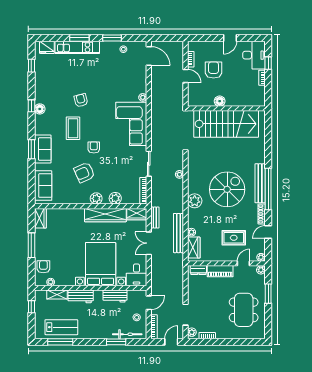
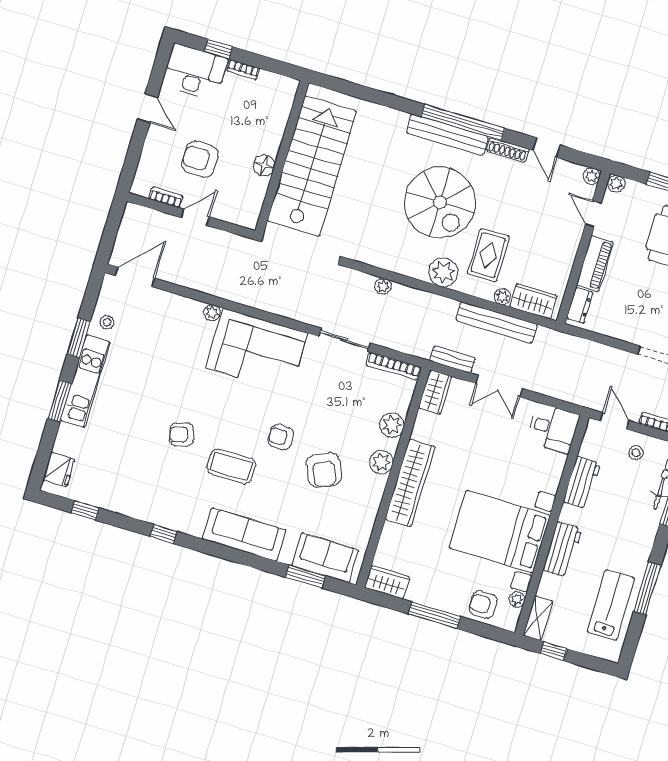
kitchen unit: (77, 47) -> (85, 381), moved
floor lamp: (40, 109) -> (174, 520), removed
window: (31, 149) -> (305, 577), moved
sofa: (43, 149) -> (244, 534), width x1.36
spiral stairs: (227, 189) -> (440, 202), turned 180
wardrobe: (105, 215) -> (410, 483), moved
rug: (234, 238) -> (488, 255), moved
bed with nightstands: (101, 264) -> (500, 532), moved
shelving: (57, 295) -> (538, 618), moved
window: (60, 342) -> (647, 589), moved

